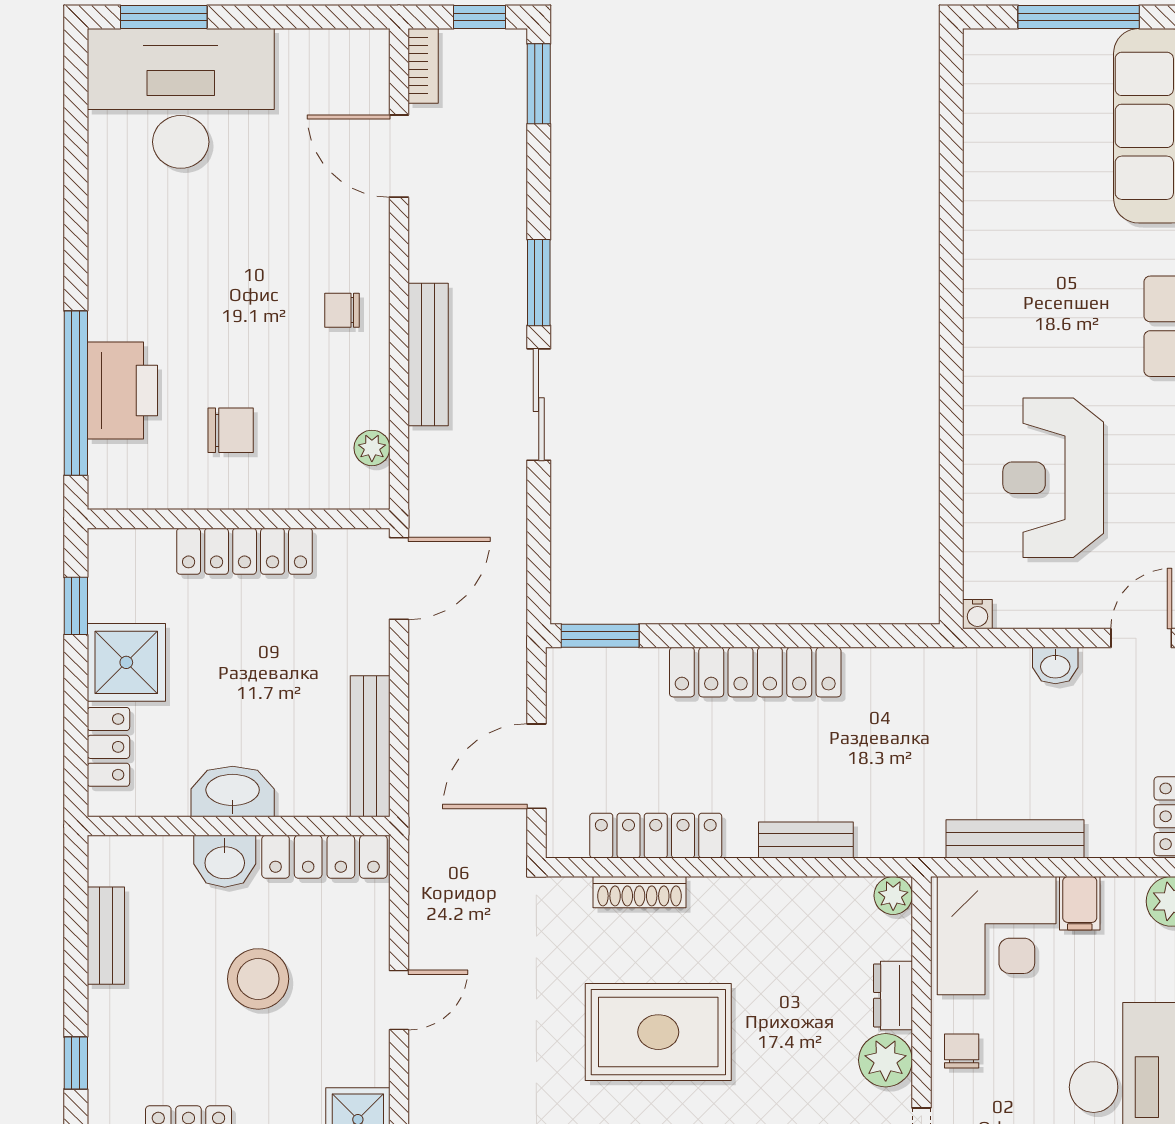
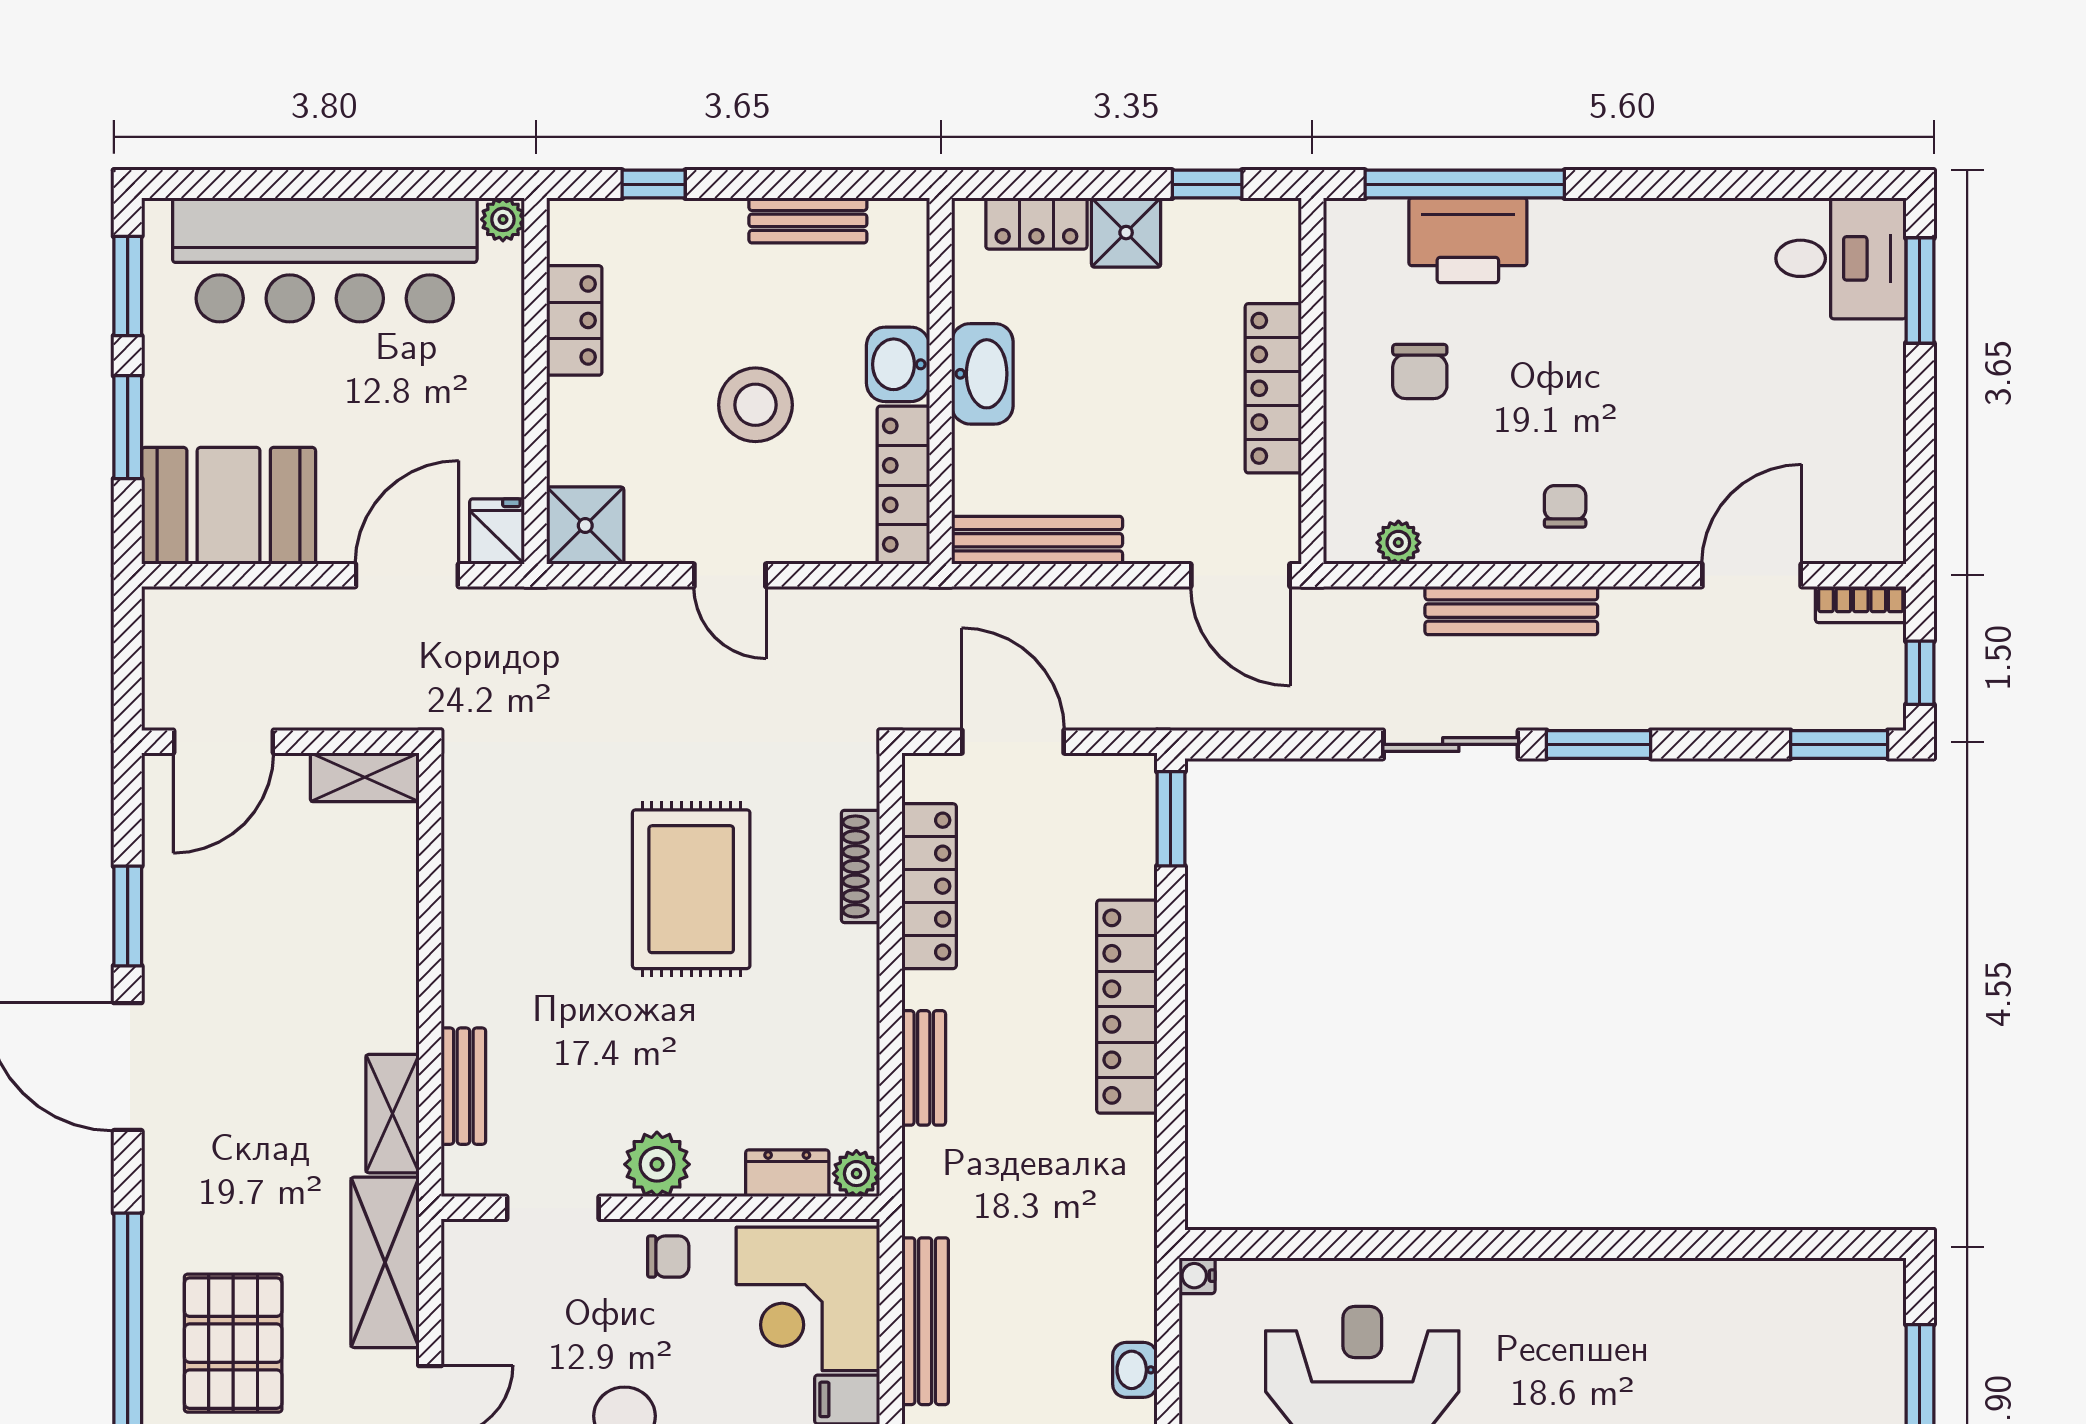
desk: (181, 98) -> (1841, 258), width x0.53, depth x0.77
shower: (126, 662) -> (1126, 233), width x0.73, depth x0.73
dresser: (893, 995) -> (787, 1173), moved

